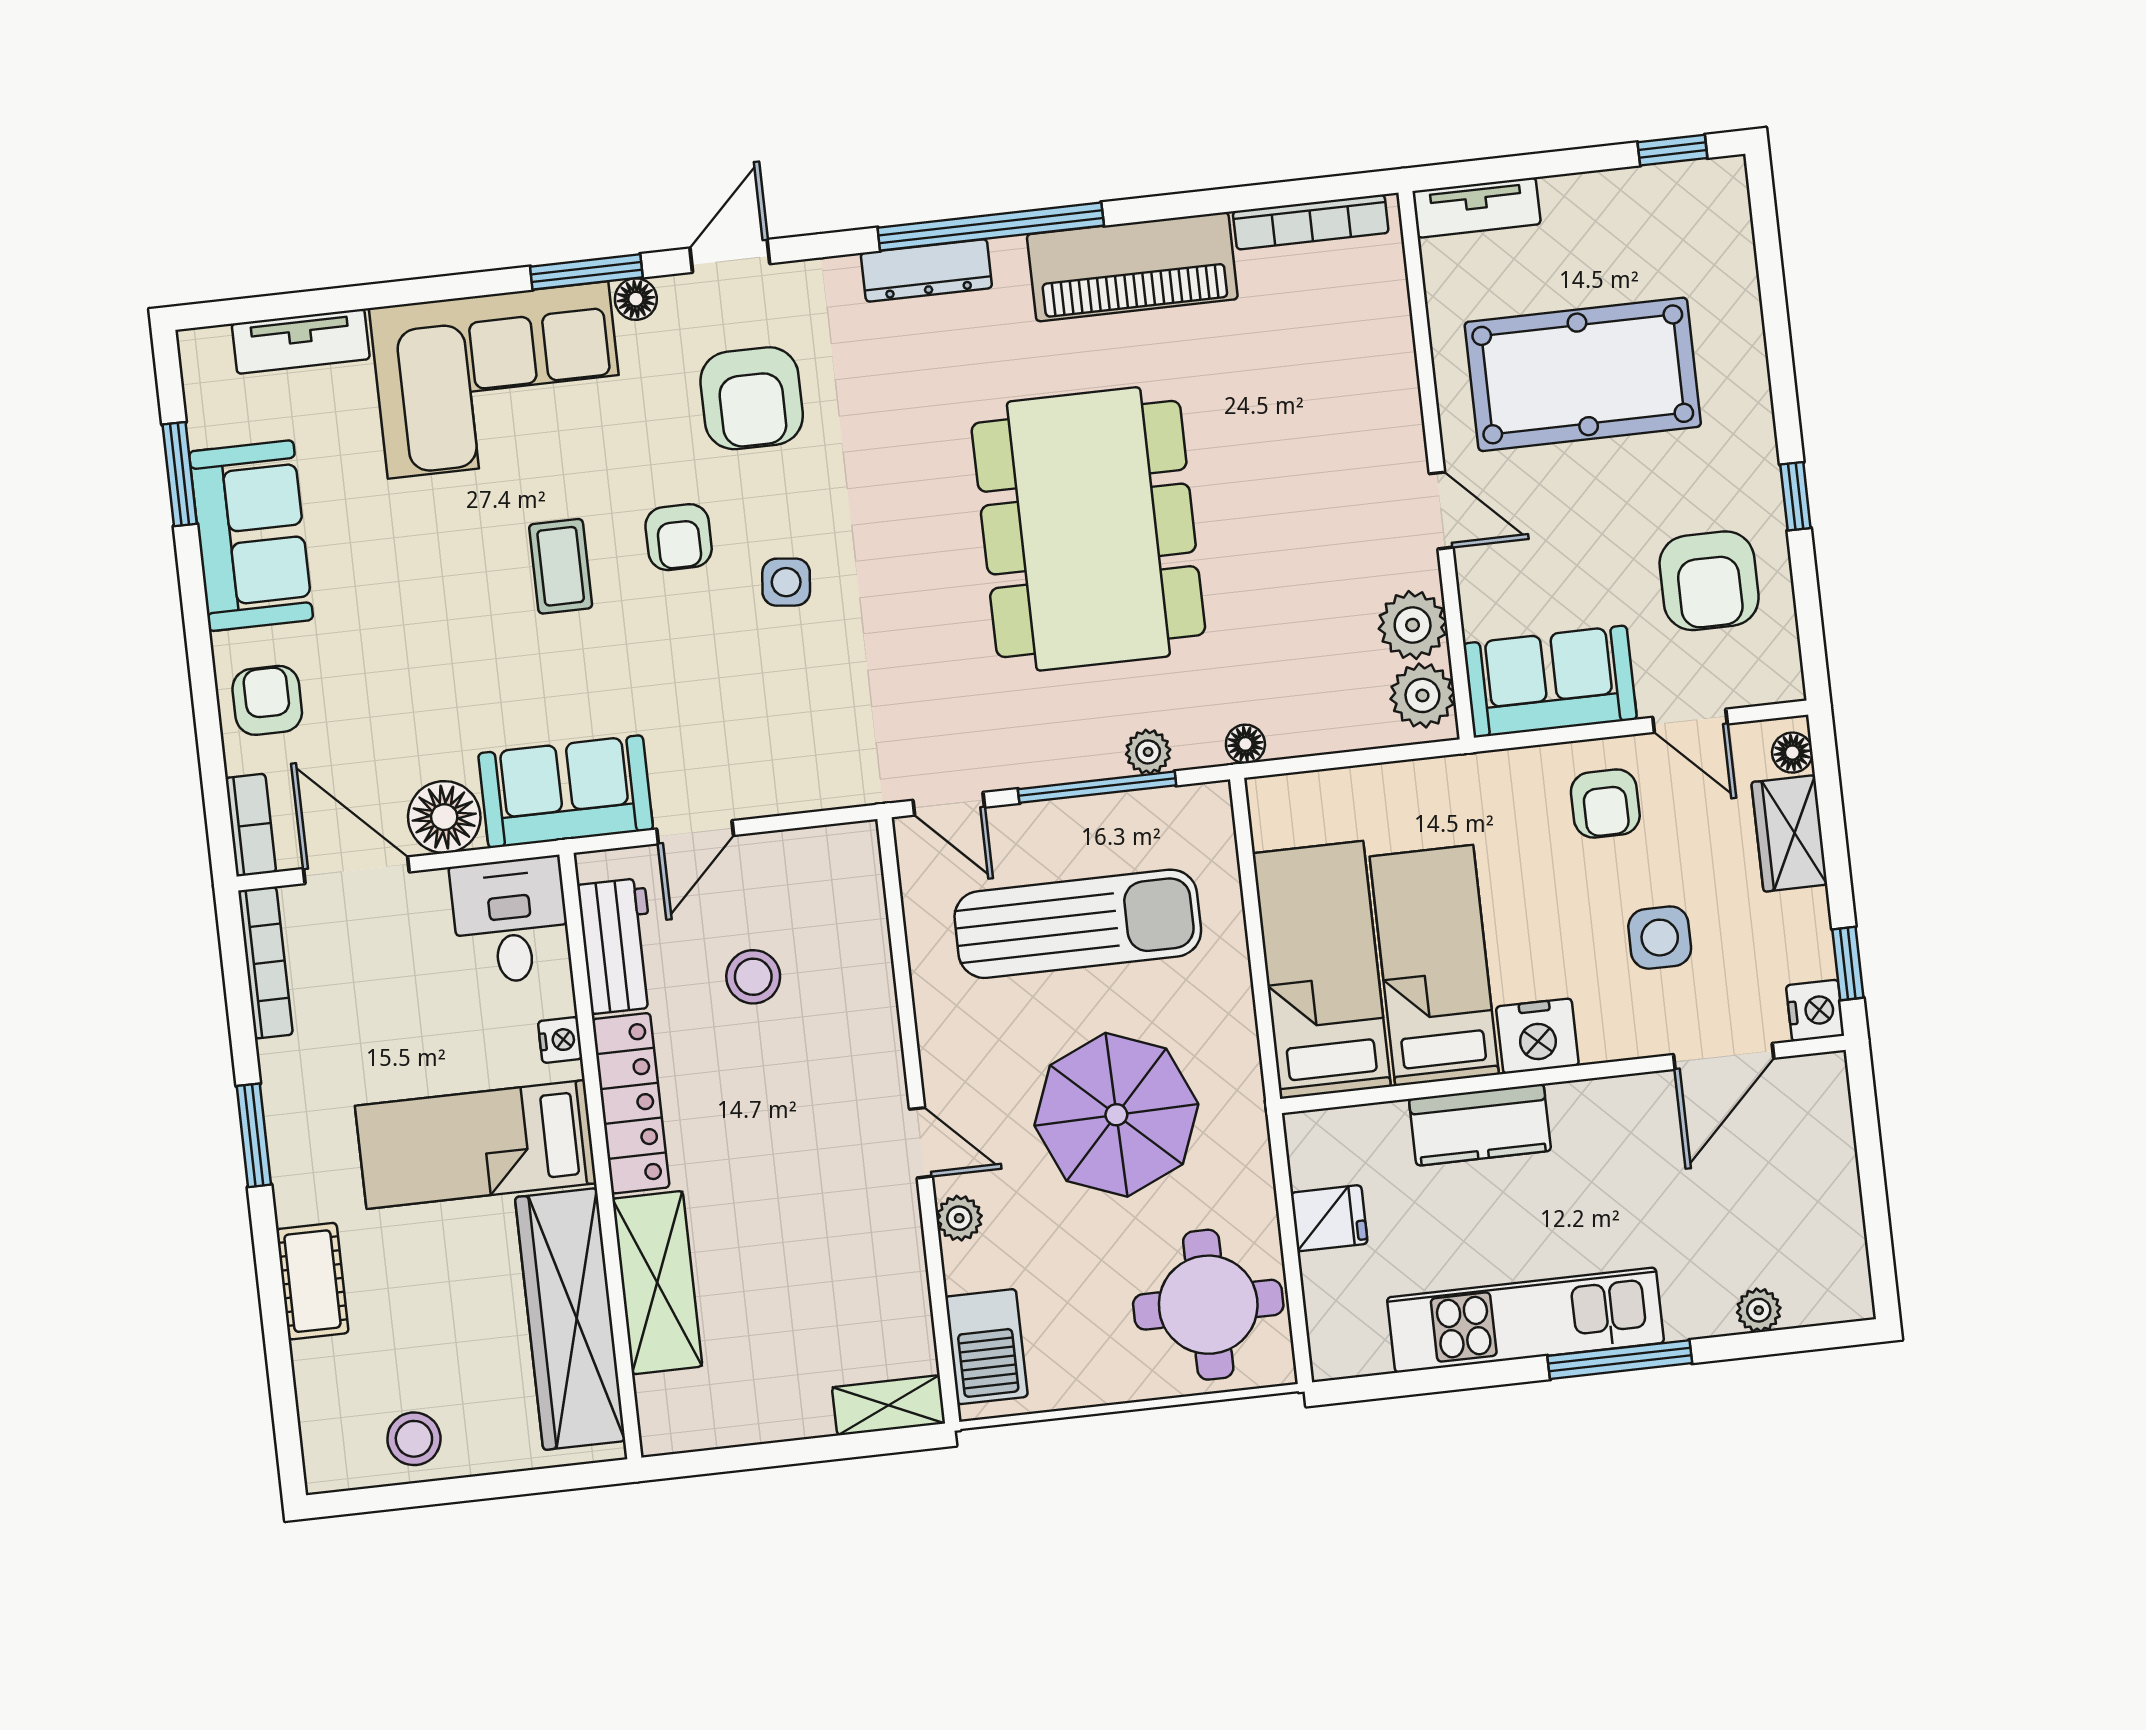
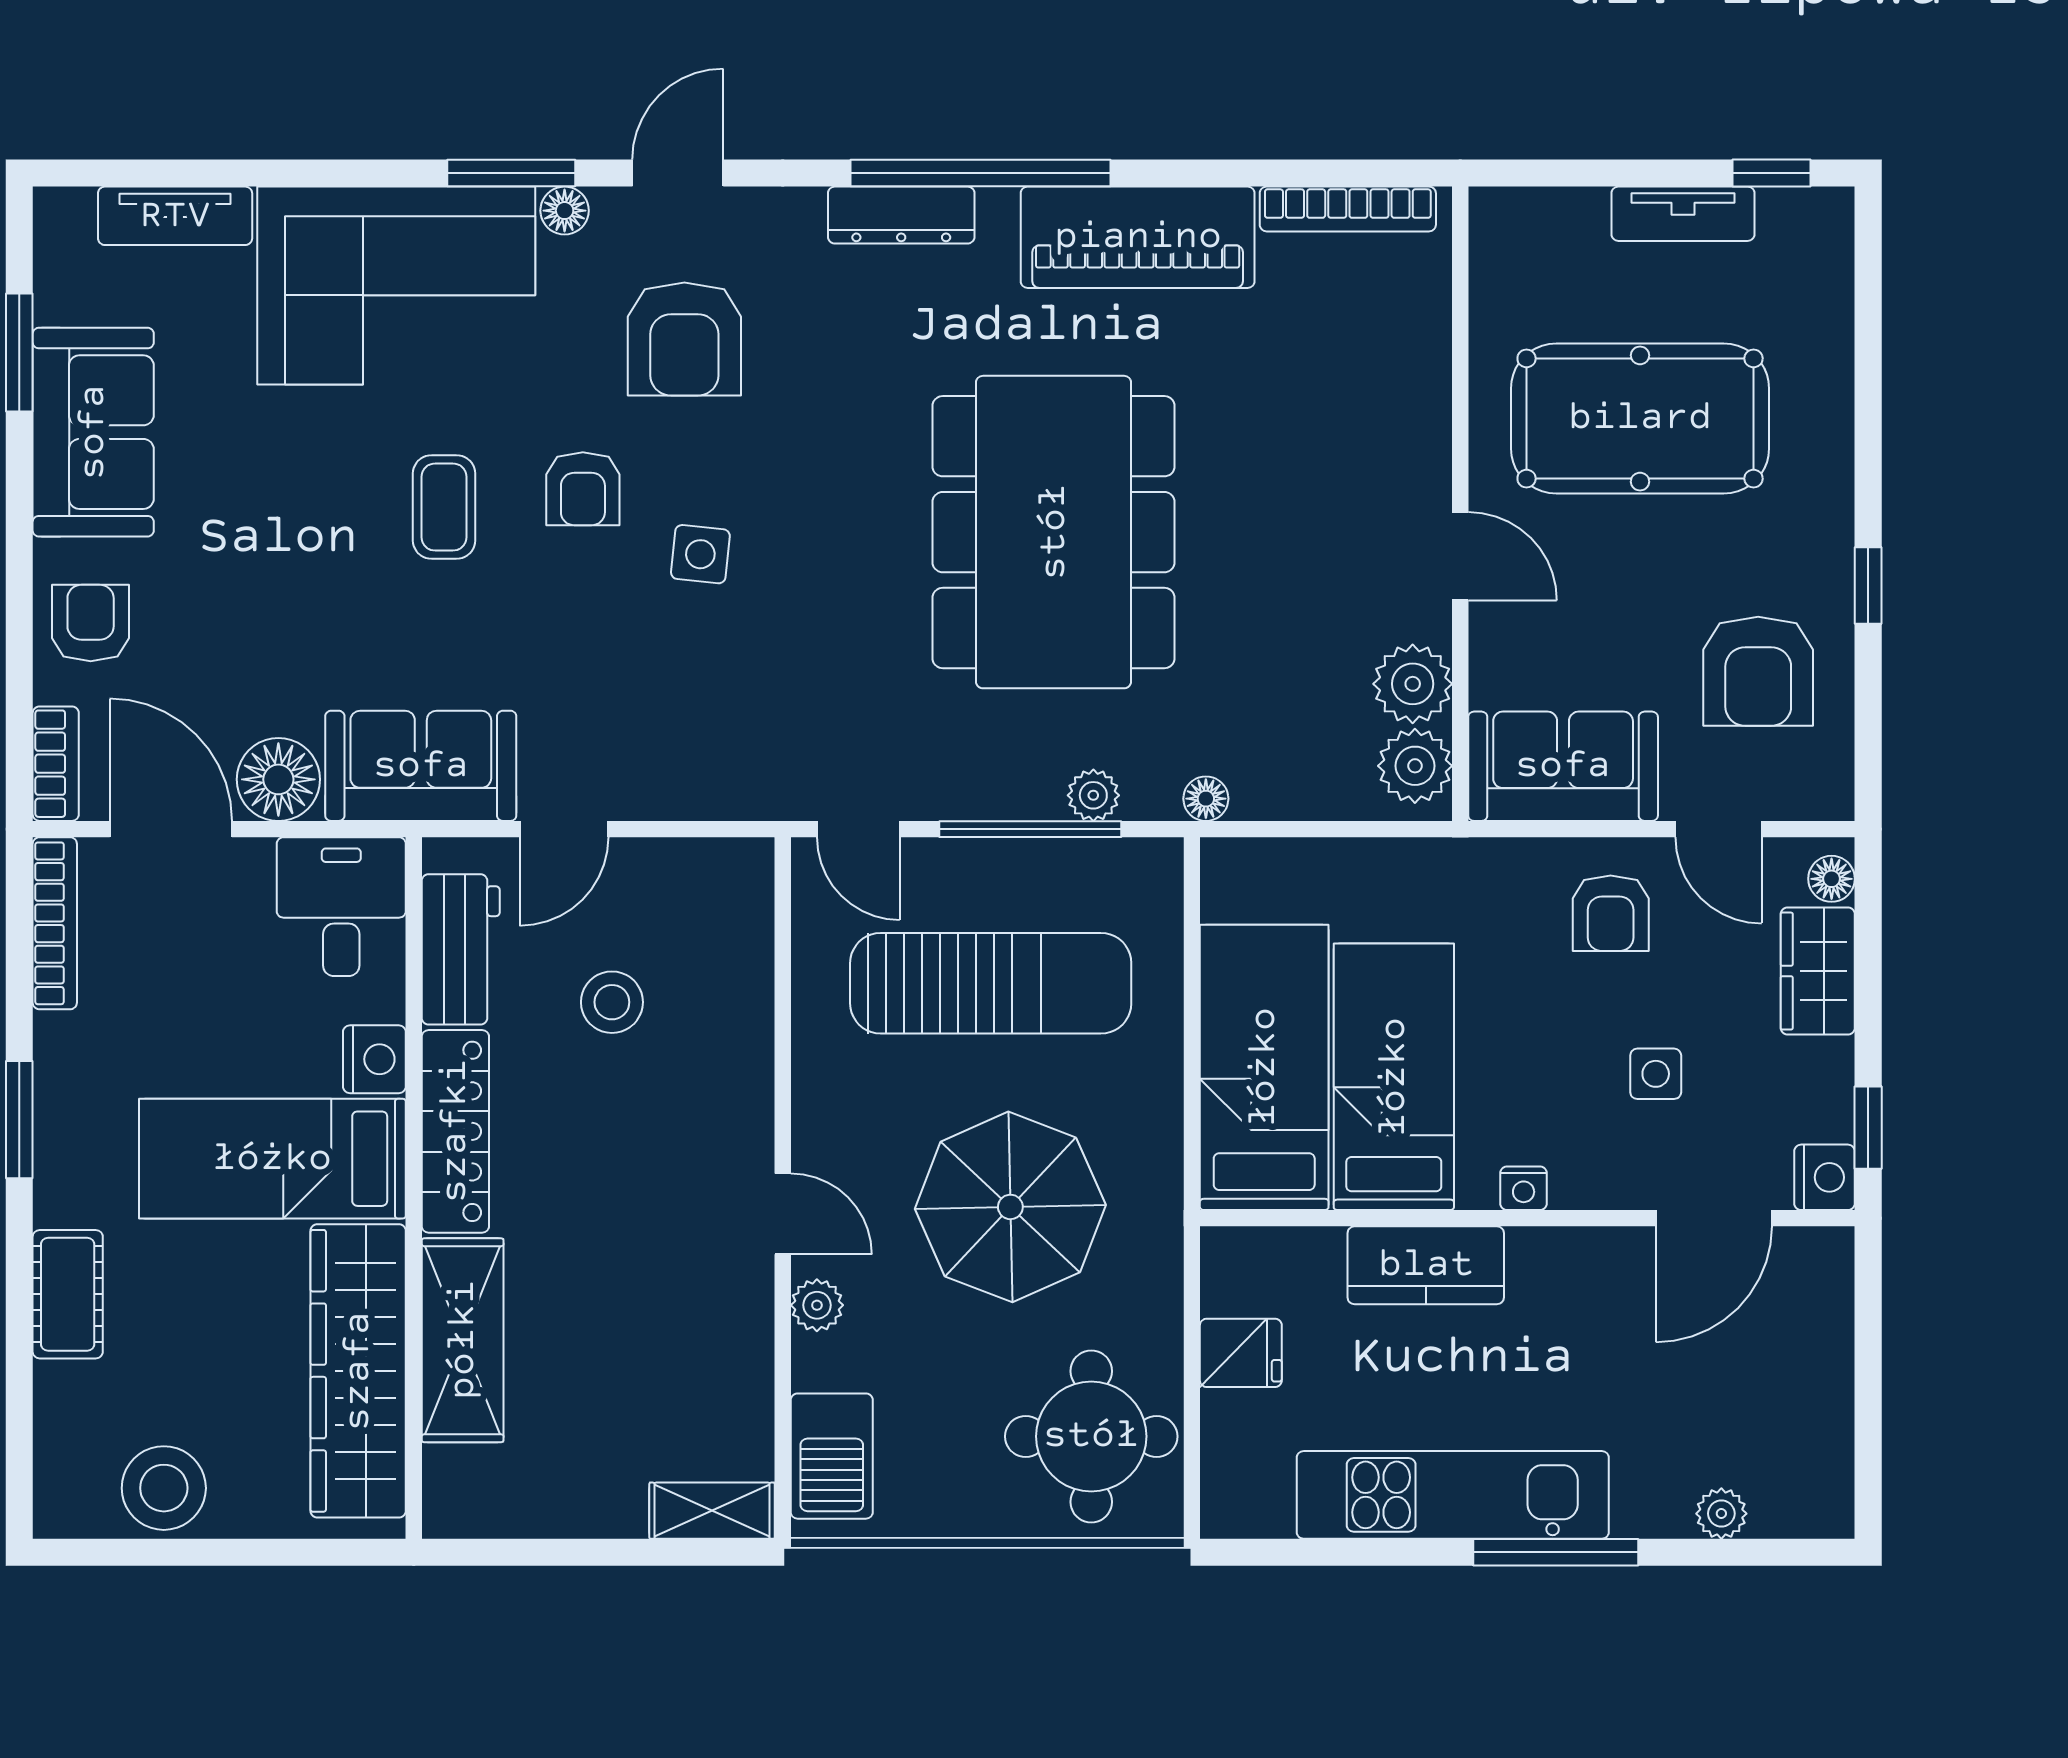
tv unit: (1477, 208) -> (1683, 214), moved
side table: (1660, 938) -> (1656, 1074), width x0.73, depth x0.73
nightstand: (1537, 1036) -> (1524, 1188), width x0.53, depth x0.56
nightstand: (560, 1040) -> (374, 1059), width x1.39, depth x1.35
stool: (414, 1439) -> (164, 1488), width x1.38, depth x1.38

